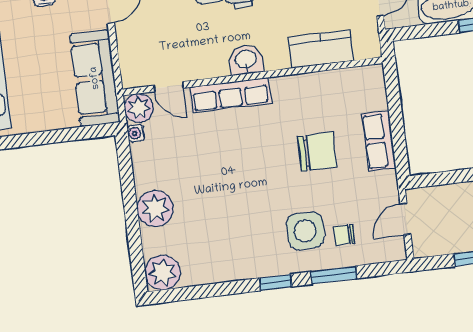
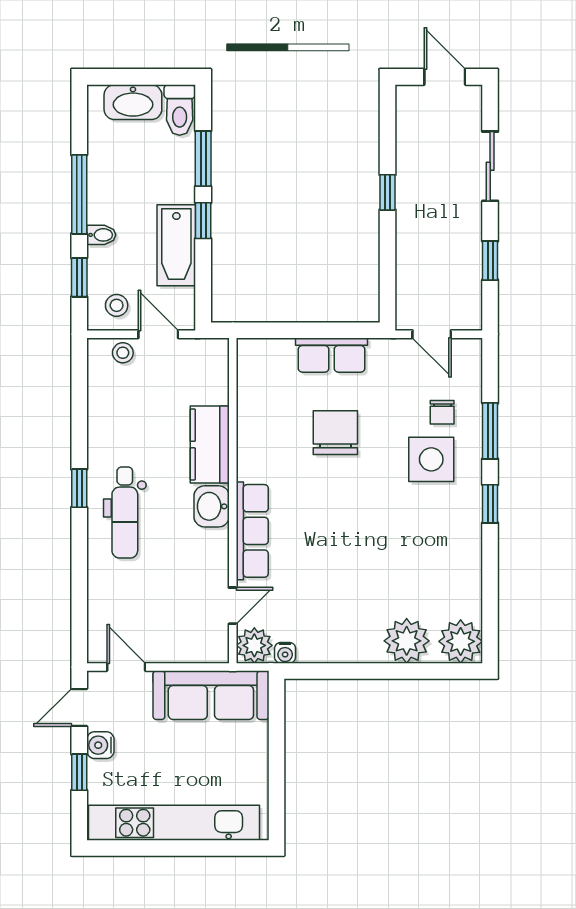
kitchen counter: (321, 49) -> (210, 445), moved
plant: (155, 209) -> (407, 641), moved

